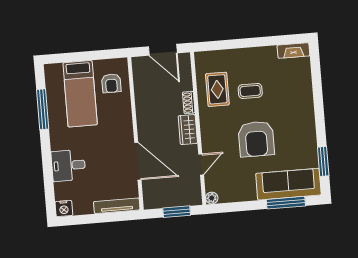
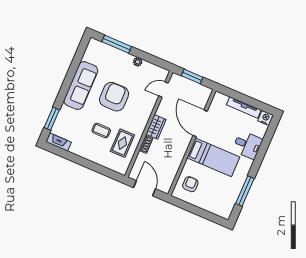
bed: (80, 94) -> (213, 157), moved, turned 90
window: (323, 161) -> (52, 119), moved
door: (201, 164) -> (164, 90), moved
sofa: (288, 184) -> (81, 85), moved, turned -90
plant: (212, 198) -> (138, 62), moved
tv unit: (117, 206) -> (244, 107), moved

